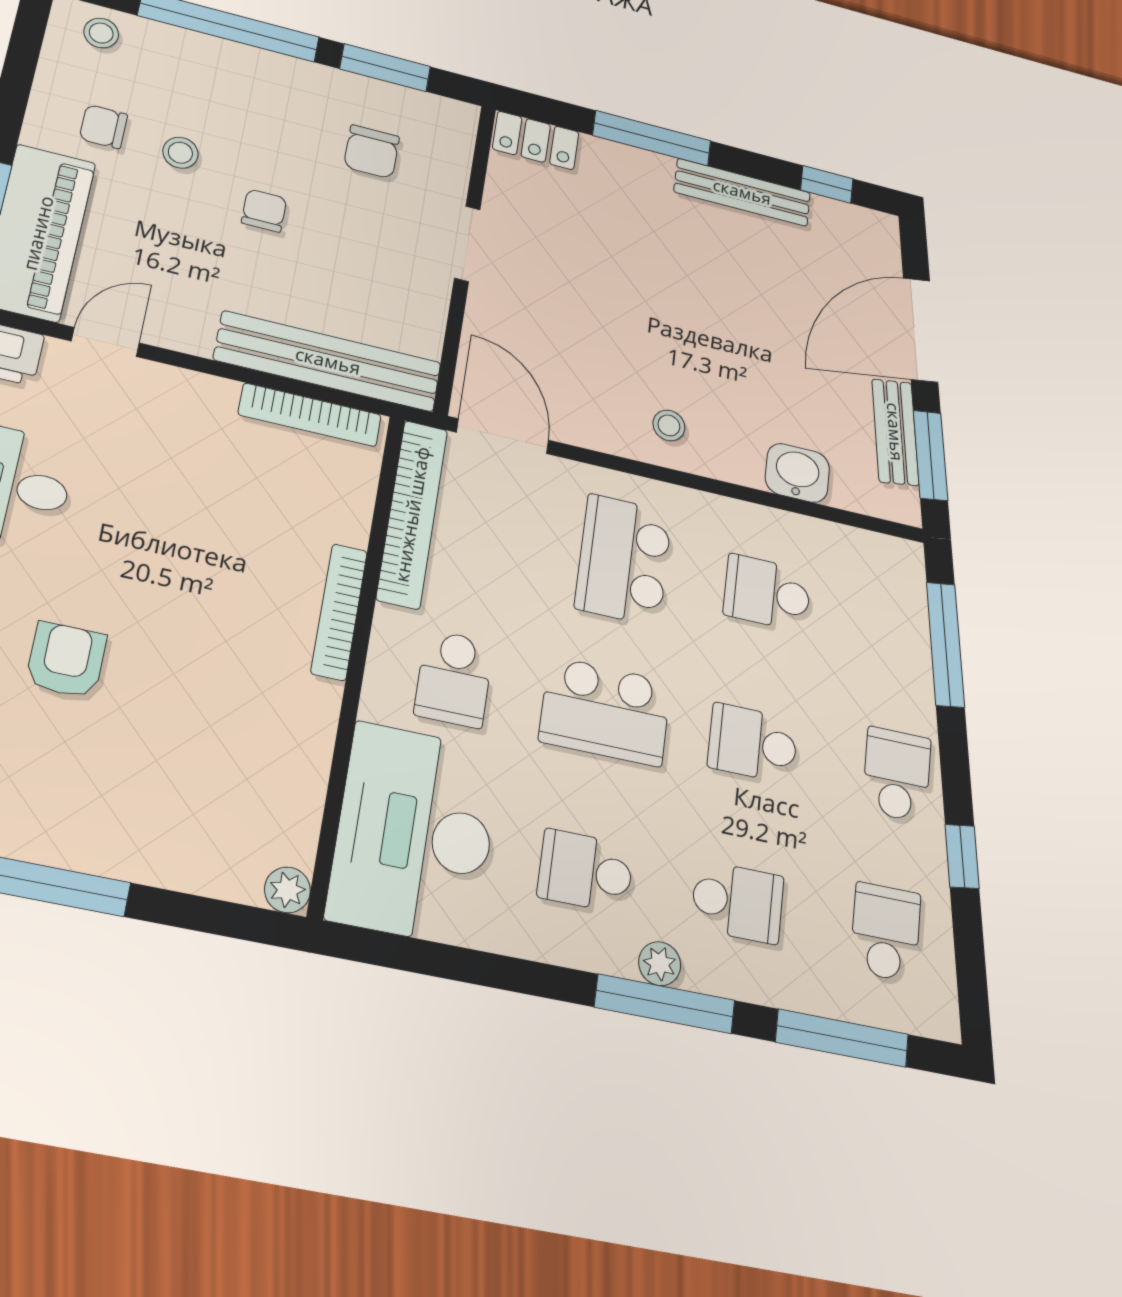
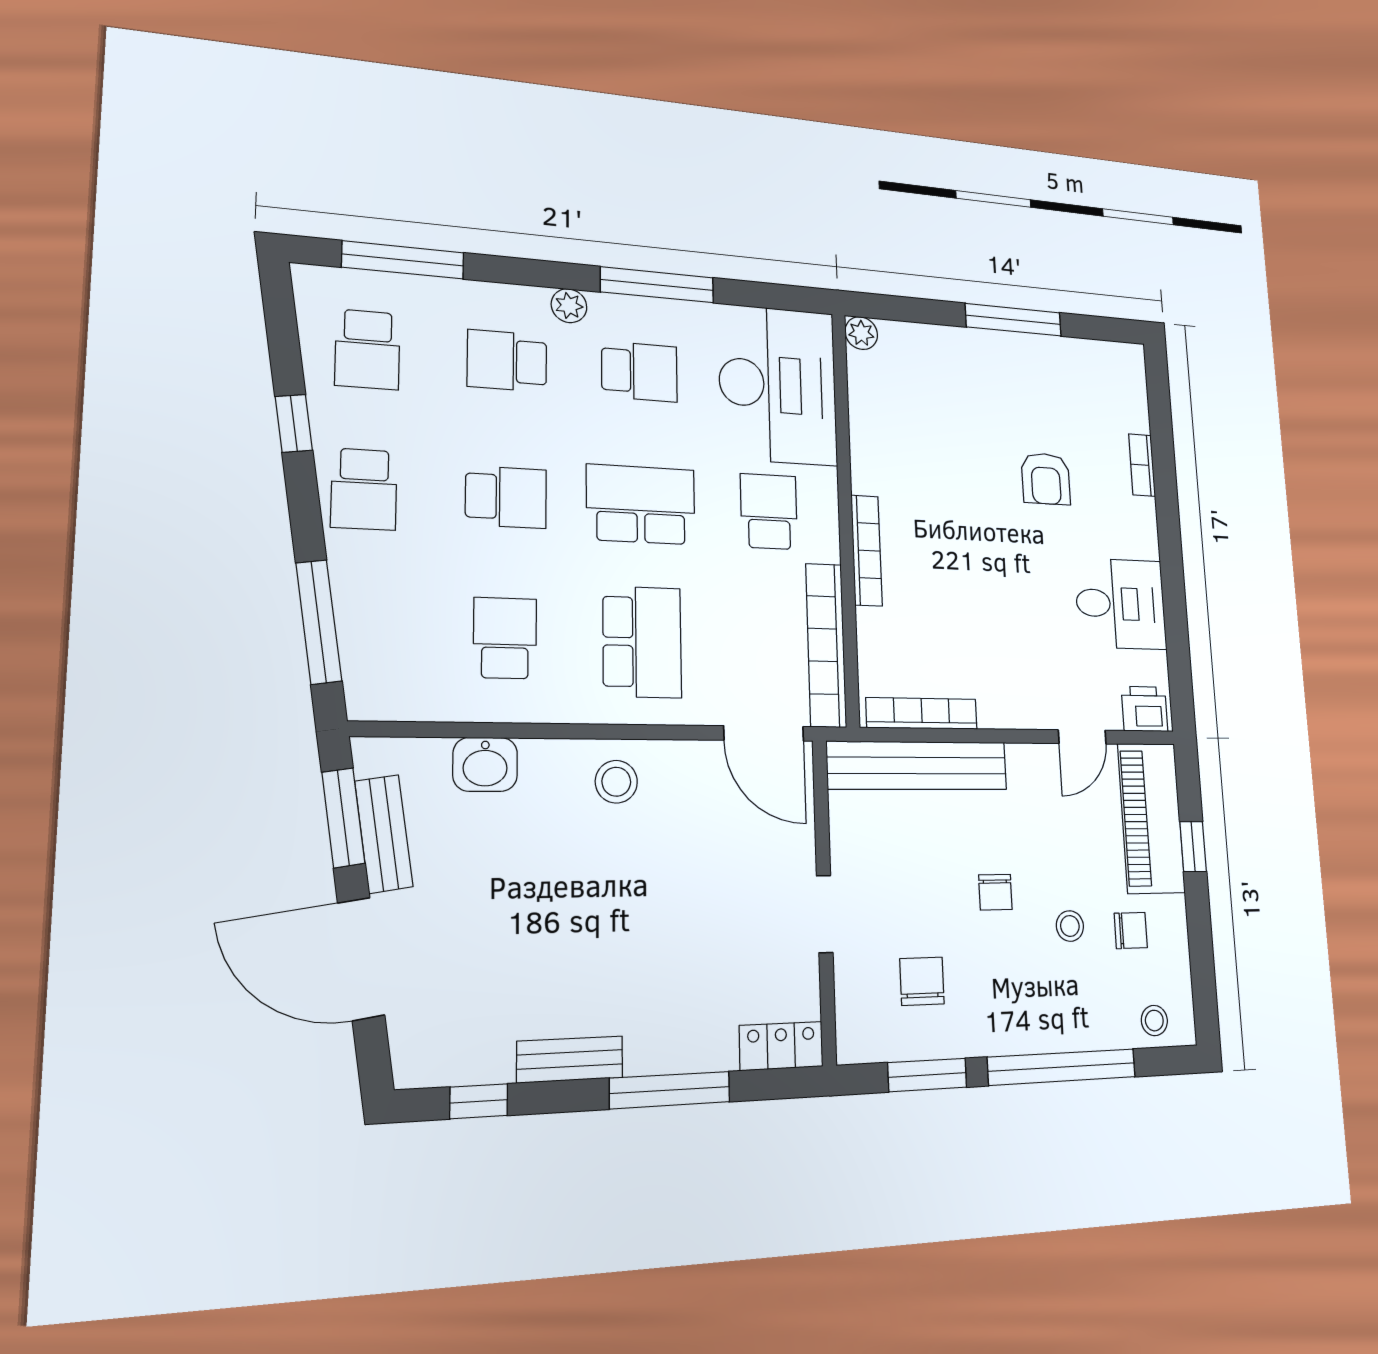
bench: (742, 192) -> (570, 1059), width x0.73
door: (921, 330) -> (361, 959), swing flipped
stool: (669, 425) -> (616, 782), width x1.37, depth x1.37
school desk: (767, 593) -> (505, 638), turned -90
window: (665, 1004) -> (657, 285), moved

